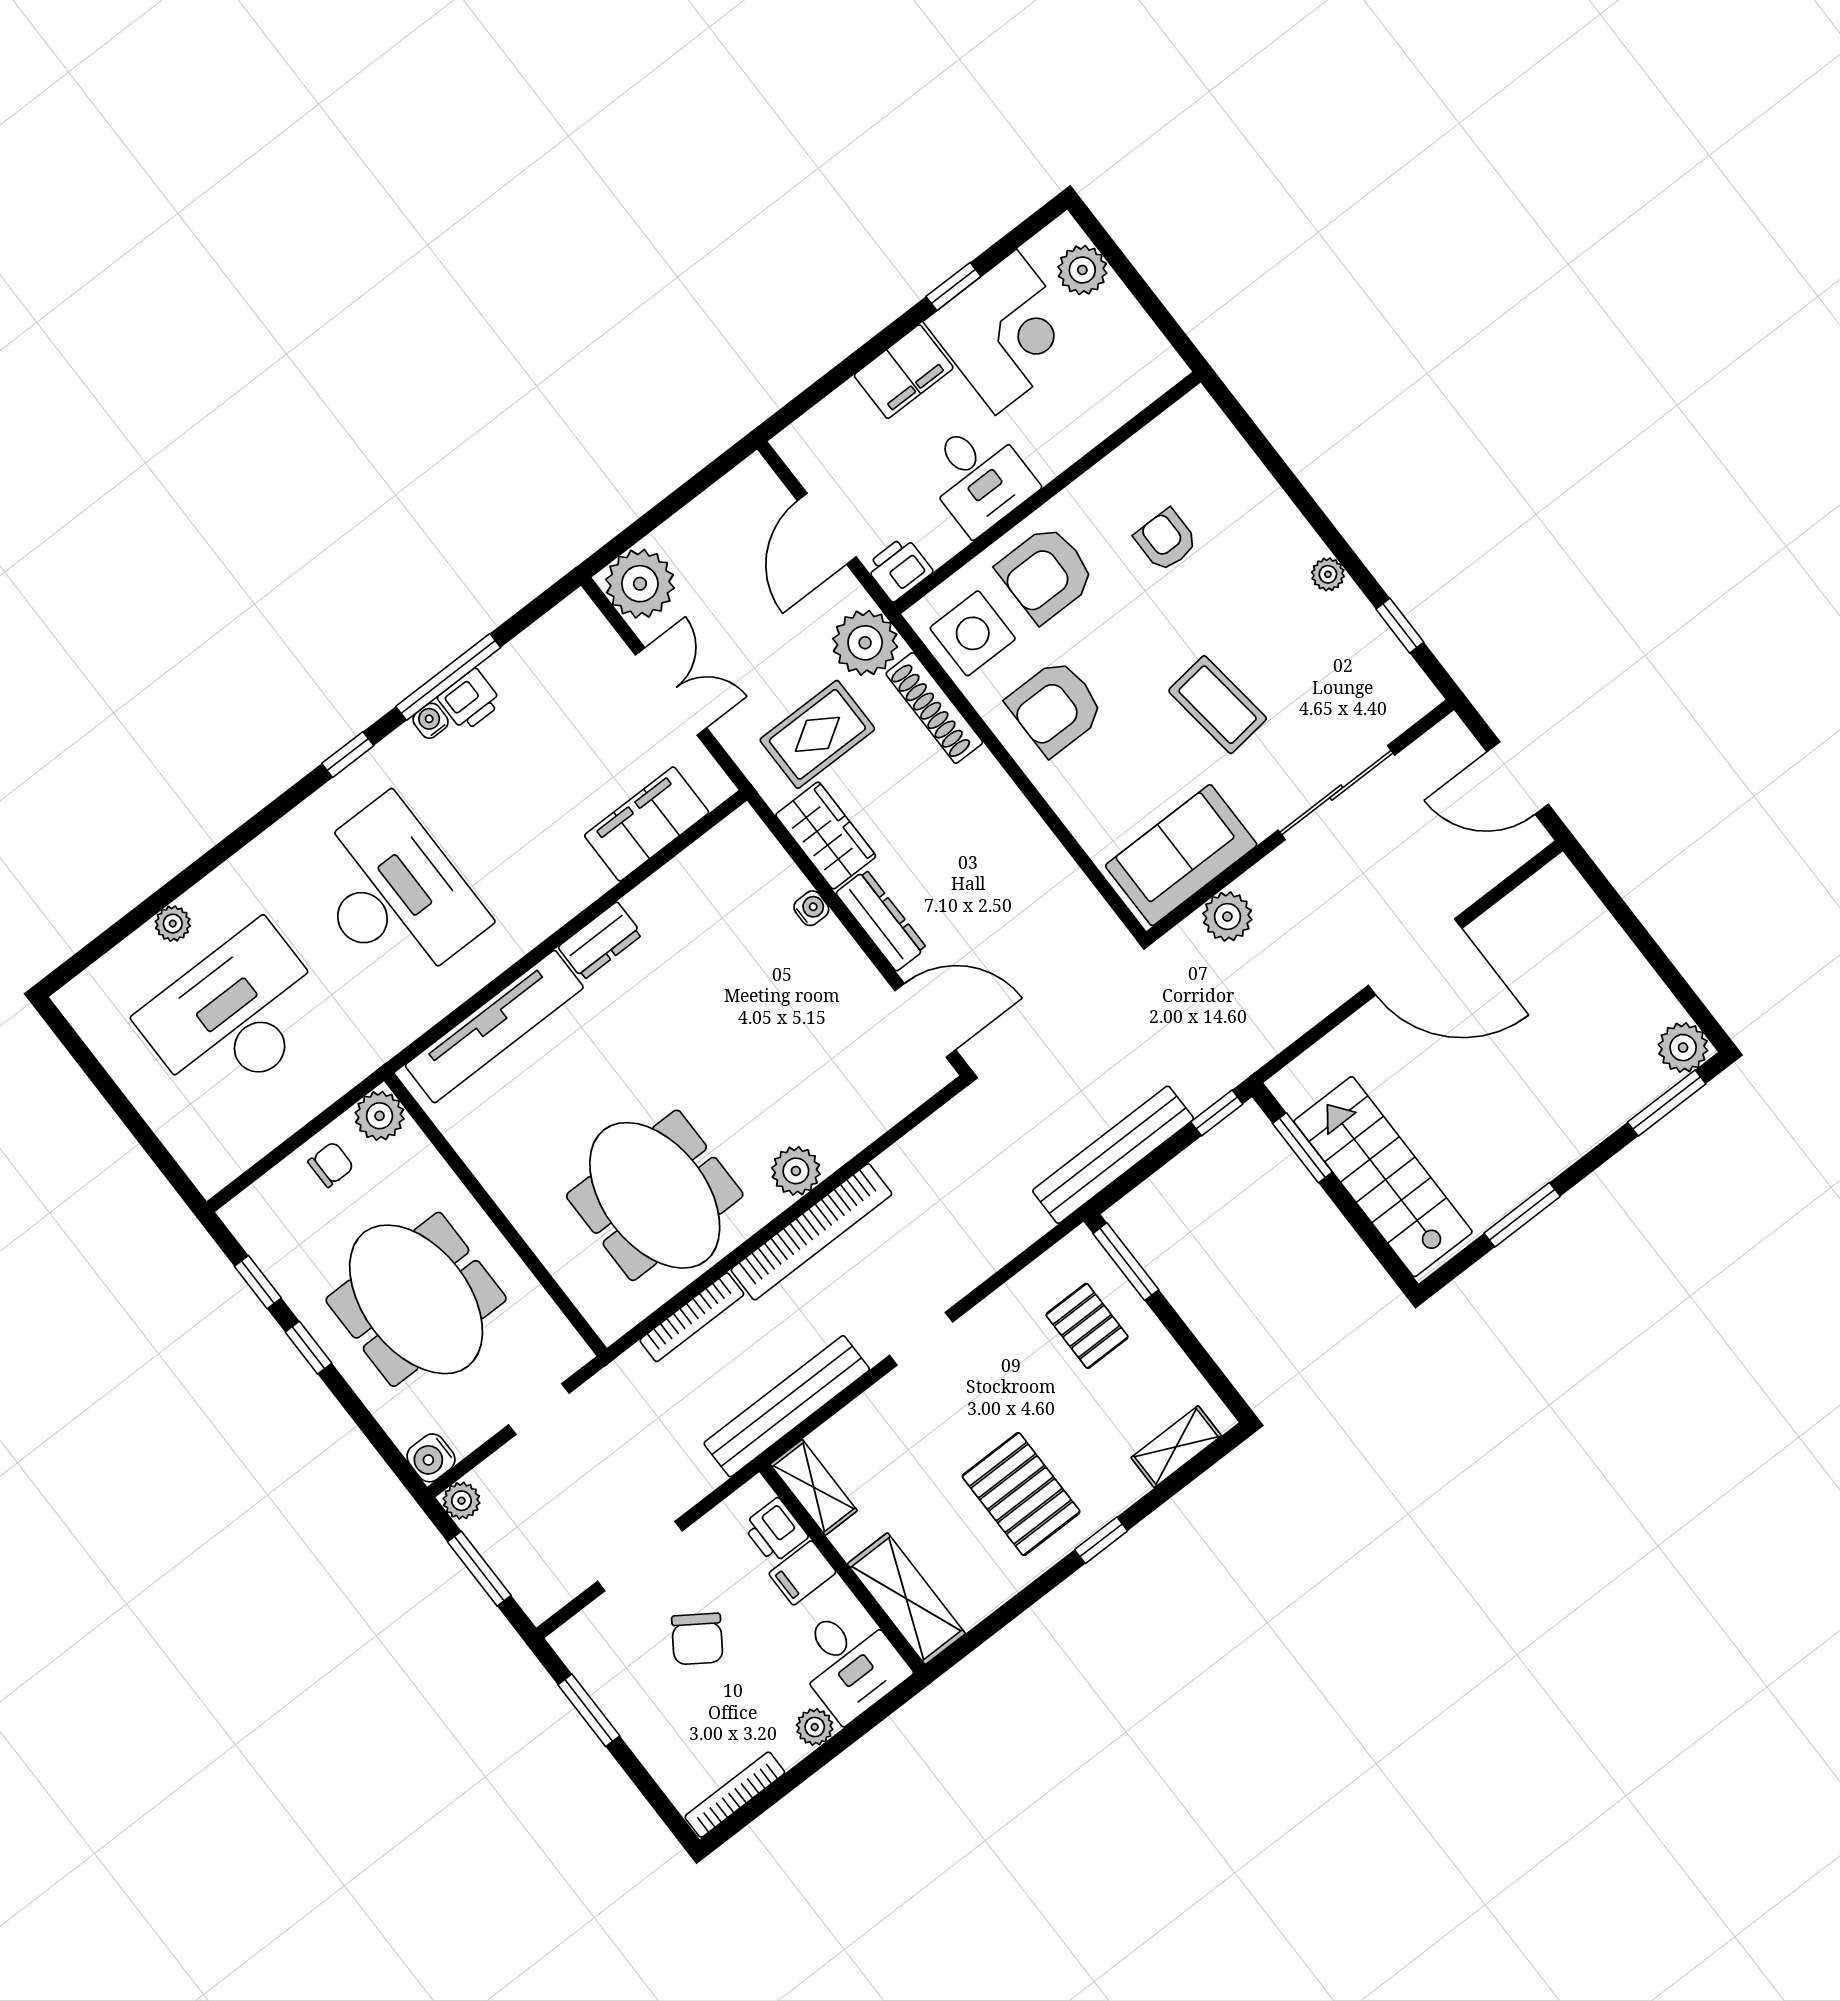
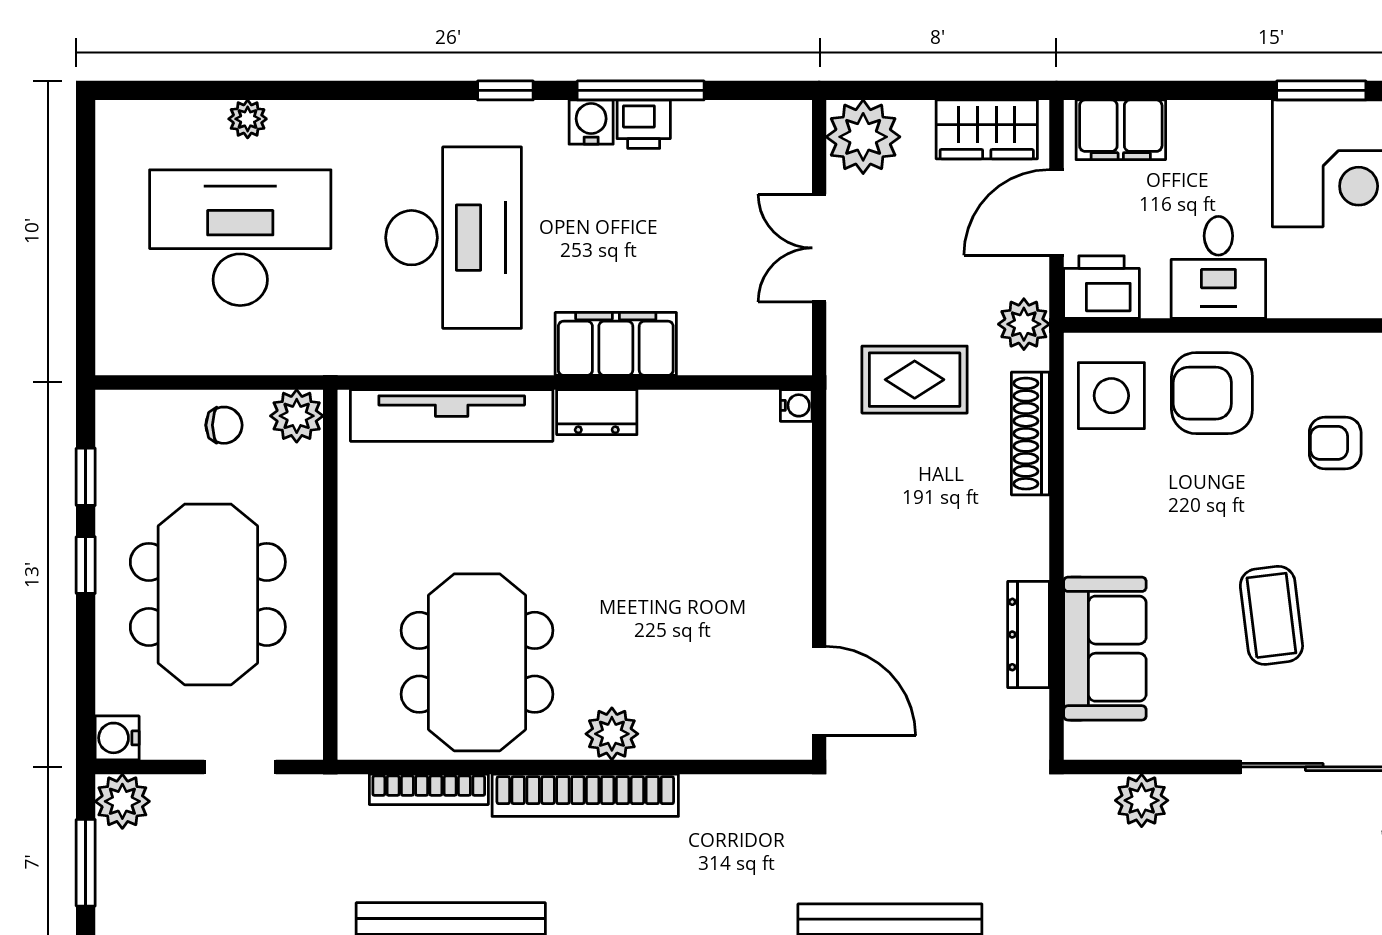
window: (953, 286) -> (1321, 90), width x1.50
filing cabinet: (904, 372) -> (1121, 130), moved
armchair: (1166, 540) -> (1335, 443), turned -90
printer: (899, 569) -> (1101, 287), width x1.36, depth x1.24
plant: (865, 643) -> (1024, 324), width x0.73, depth x0.73
double door: (671, 691) -> (819, 248), swing flipped
armchair: (1055, 707) -> (1133, 512), removed
water cooler: (431, 721) -> (591, 122), width x1.38, depth x1.38
filing cabinet: (647, 824) -> (616, 344), moved
wardrobe: (826, 836) -> (987, 129), moved, turned 90
sofa: (1181, 855) -> (1105, 649), moved, turned 90
water cooler: (811, 908) -> (796, 405), moved
dresser: (881, 920) -> (1029, 635), moved, turned 180
plant: (461, 1501) -> (122, 801), width x1.38, depth x1.38

